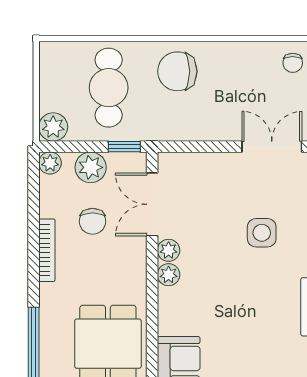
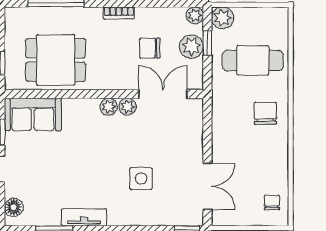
chair: (293, 63) -> (272, 202), turned 90
chair: (177, 71) -> (265, 113), width x0.73, depth x0.73
window: (124, 147) -> (207, 43), moved
bookcase: (47, 250) -> (119, 13), width x0.64

